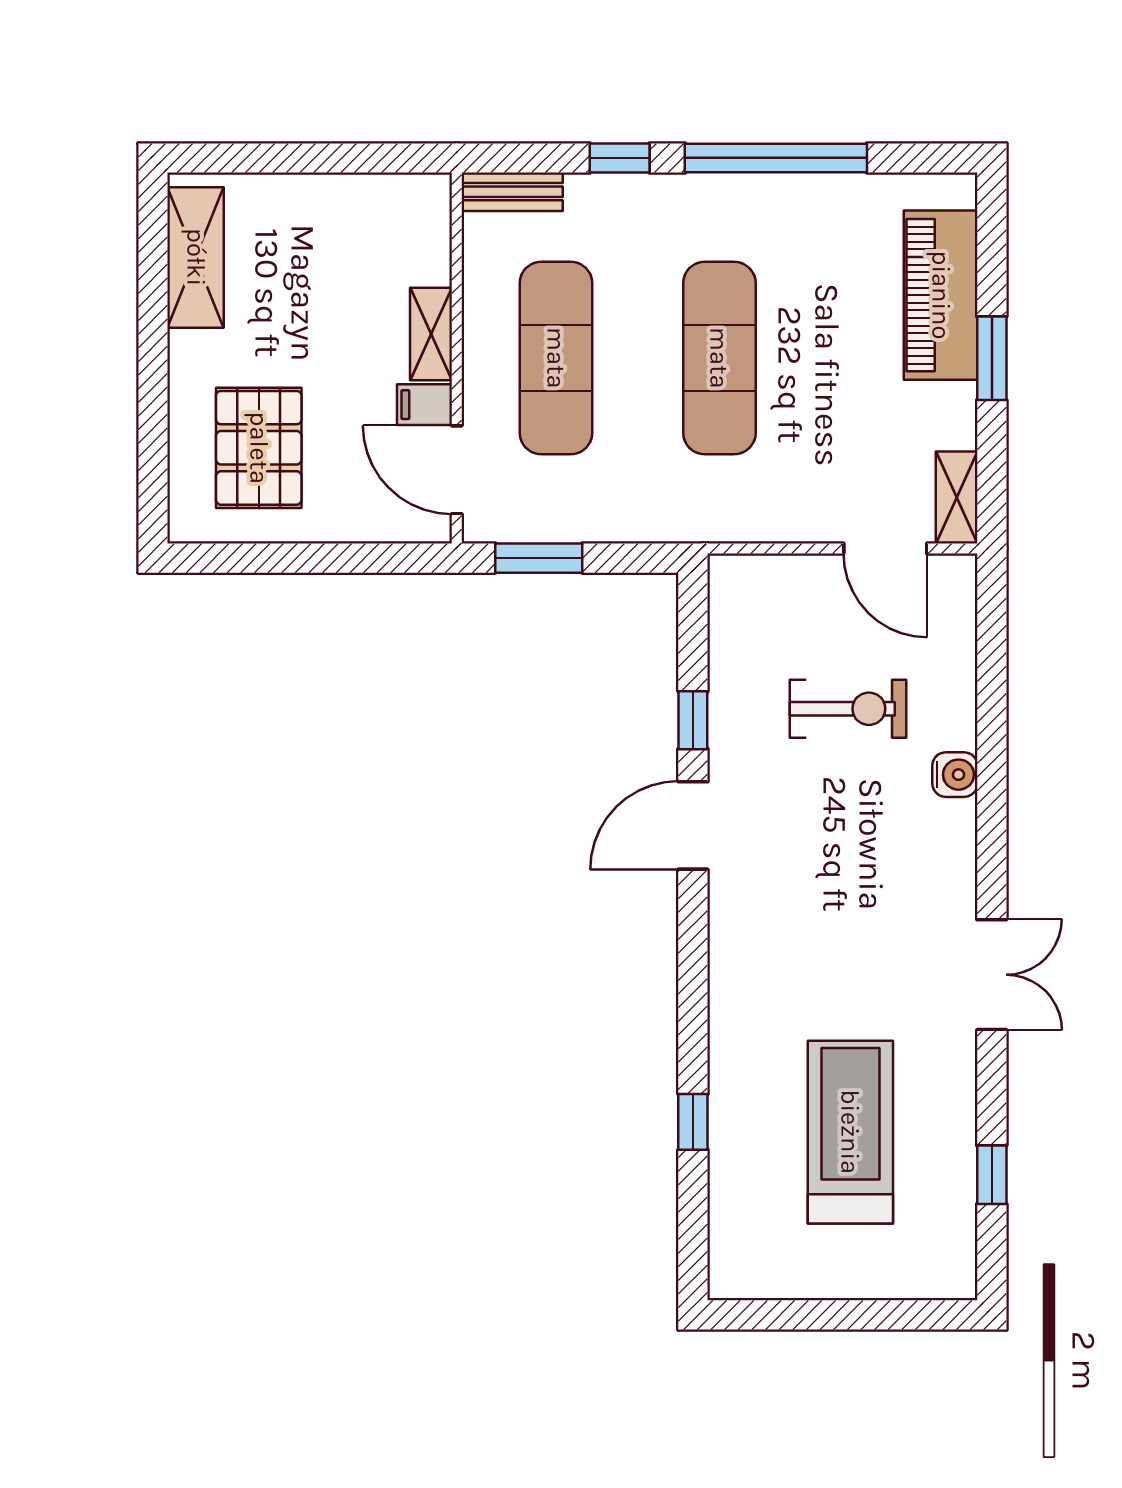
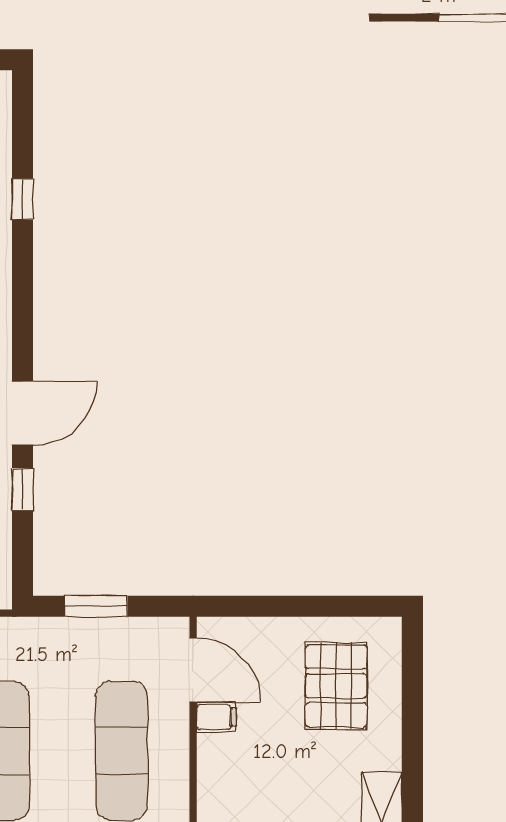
shelving: (431, 334) -> (212, 768), removed
window: (539, 558) -> (96, 606), moved

